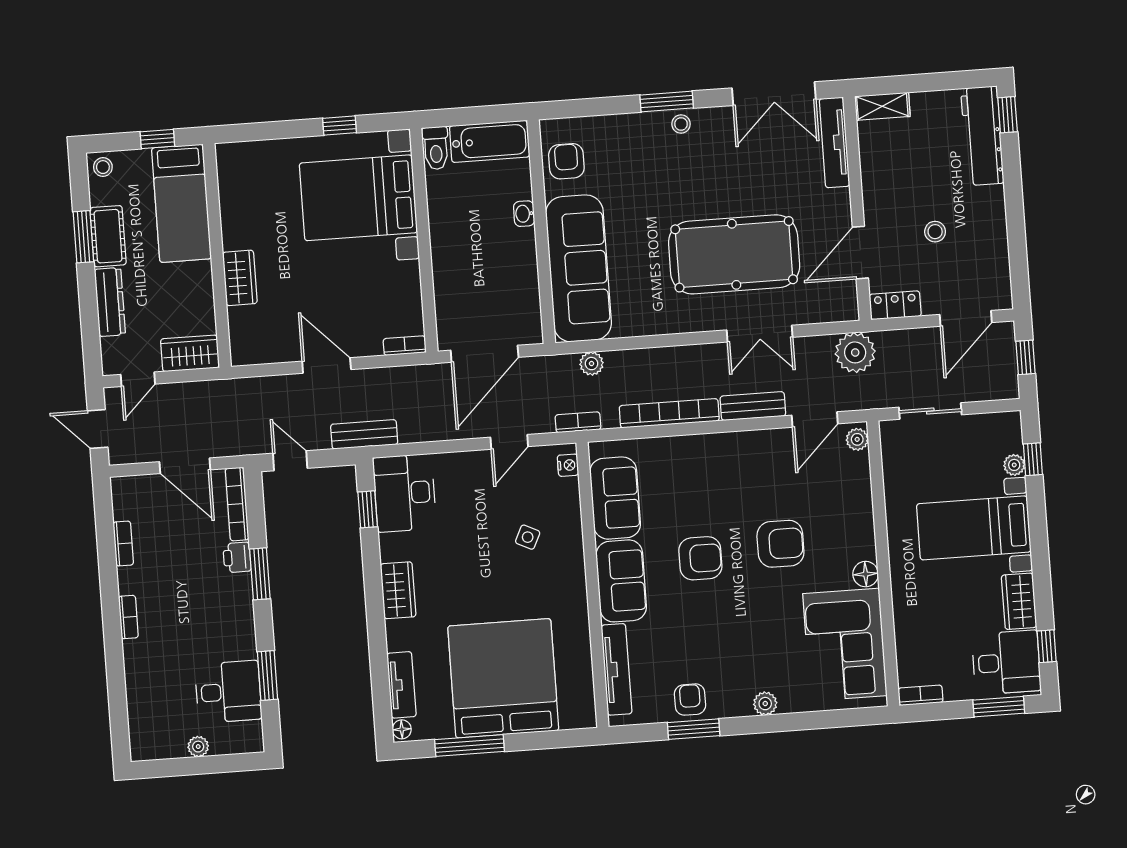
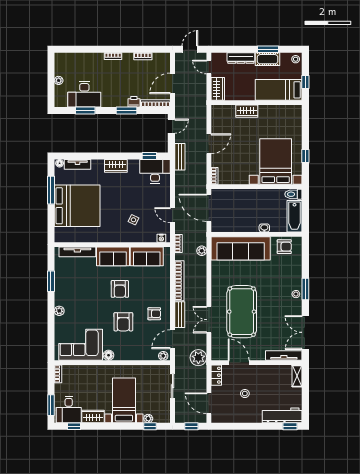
door: (815, 419) -> (173, 339), hinge flipped
desk: (228, 692) -> (84, 94), width x1.37
armchair: (690, 700) -> (154, 314), moved

